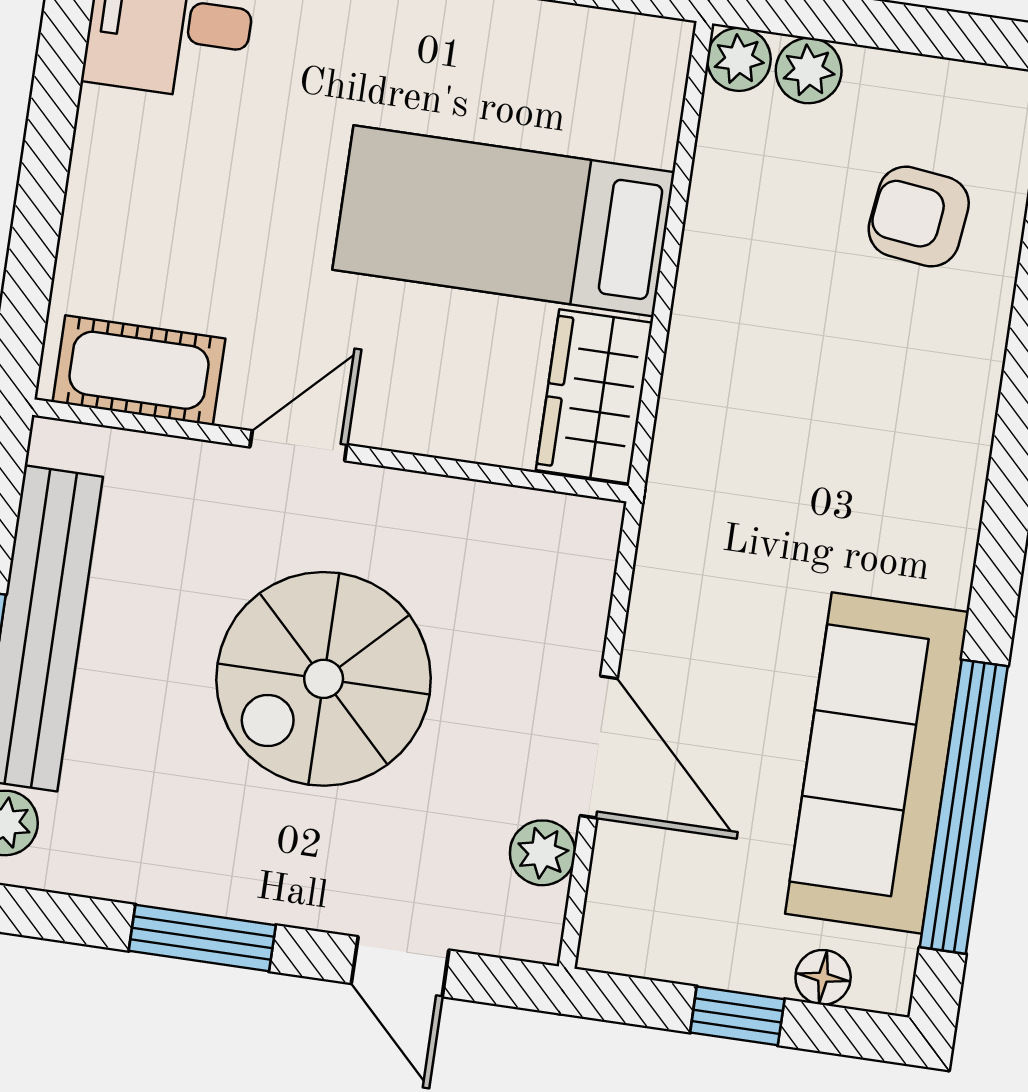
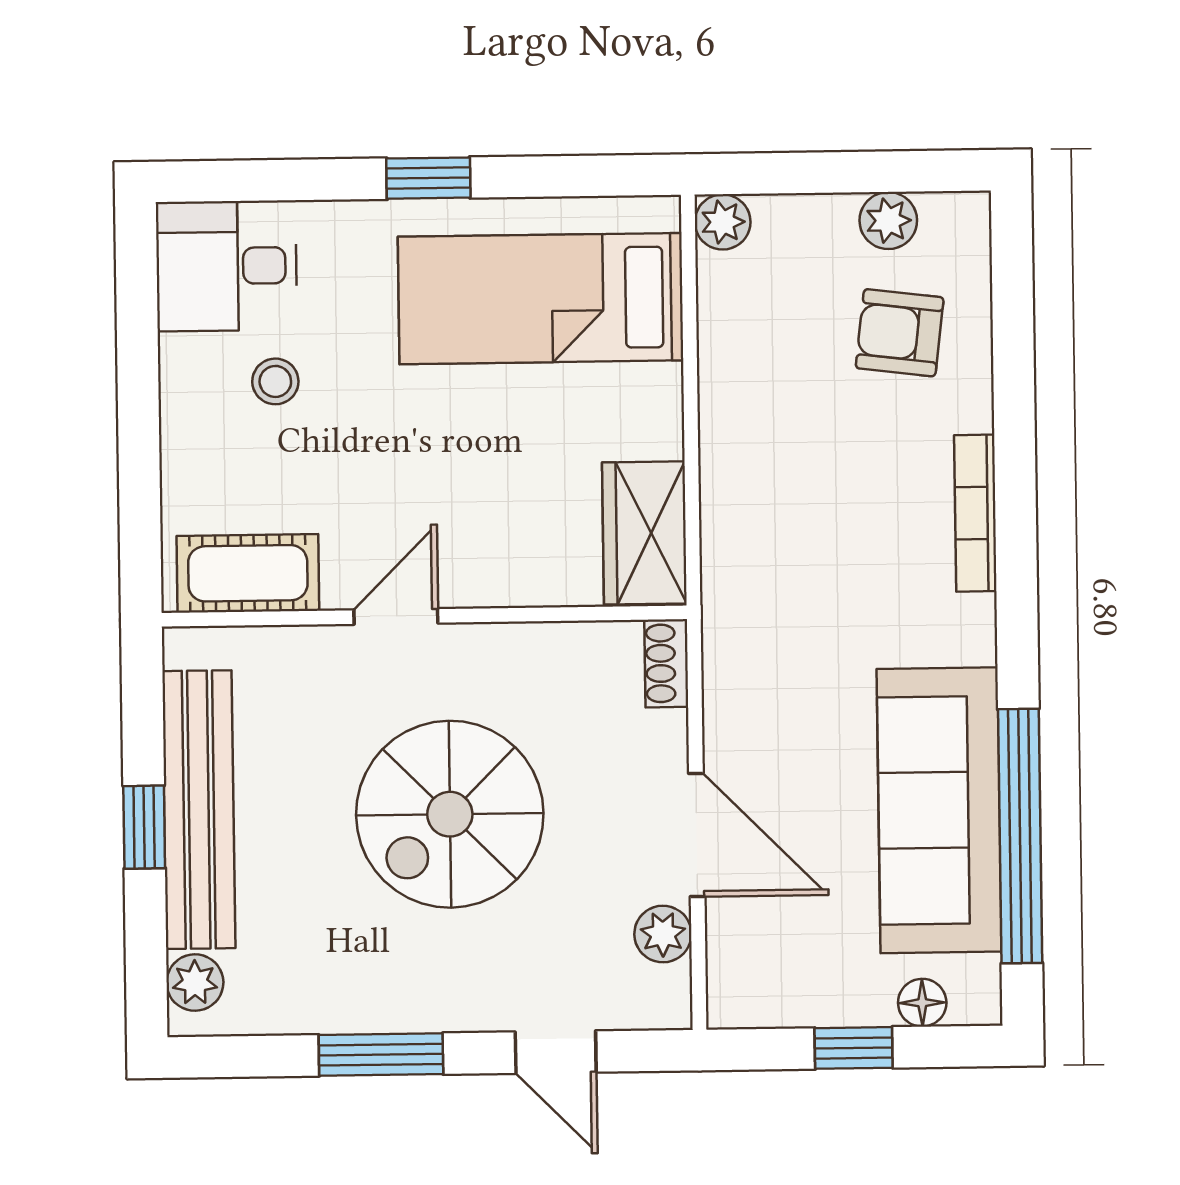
plant: (809, 71) -> (888, 221), moved
stool: (205, 159) -> (275, 381), added
bed: (504, 221) -> (541, 299), moved
bookcase: (972, 434) -> (975, 513), added
shoe rack: (595, 548) -> (666, 663), added

